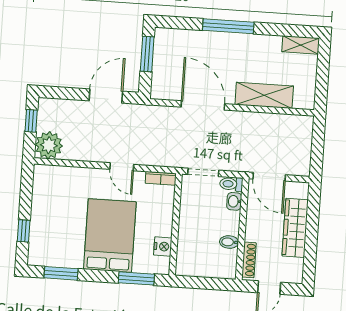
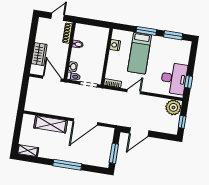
door: (203, 105) -> (85, 122), hinge flipped
door: (122, 167) -> (134, 92), hinge flipped
desk: (53, 197) -> (174, 78), added
wardrobe: (295, 228) -> (39, 54), width x0.67
window: (24, 231) -> (188, 82), moved
bed: (110, 236) -> (140, 53), width x0.67
window: (136, 278) -> (146, 31), moved

